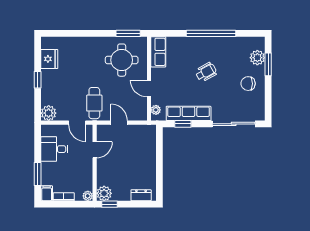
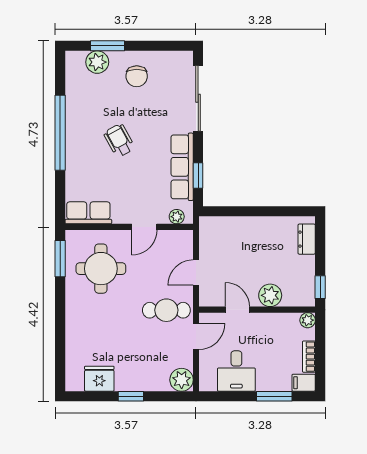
plant: (104, 193) -> (270, 295), moved

